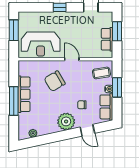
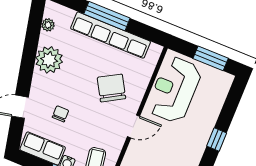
row of seats: (24, 94) -> (111, 35), width x1.36
plant: (66, 121) -> (49, 60), moved

